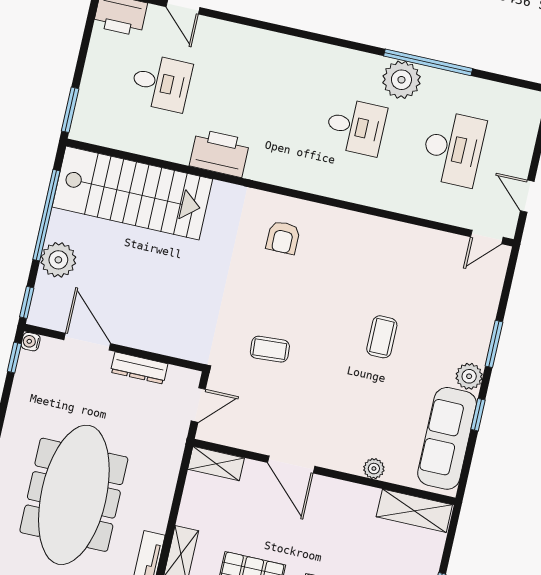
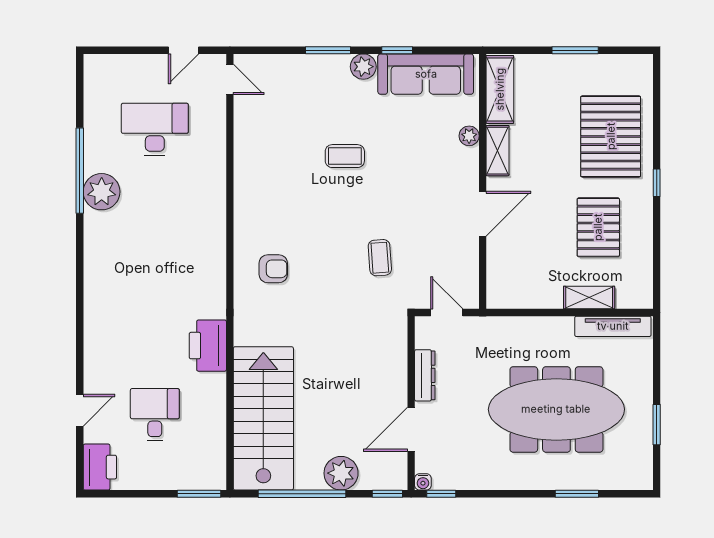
desk: (356, 127) -> (155, 224), removed
shelving: (216, 464) -> (498, 151), moved

